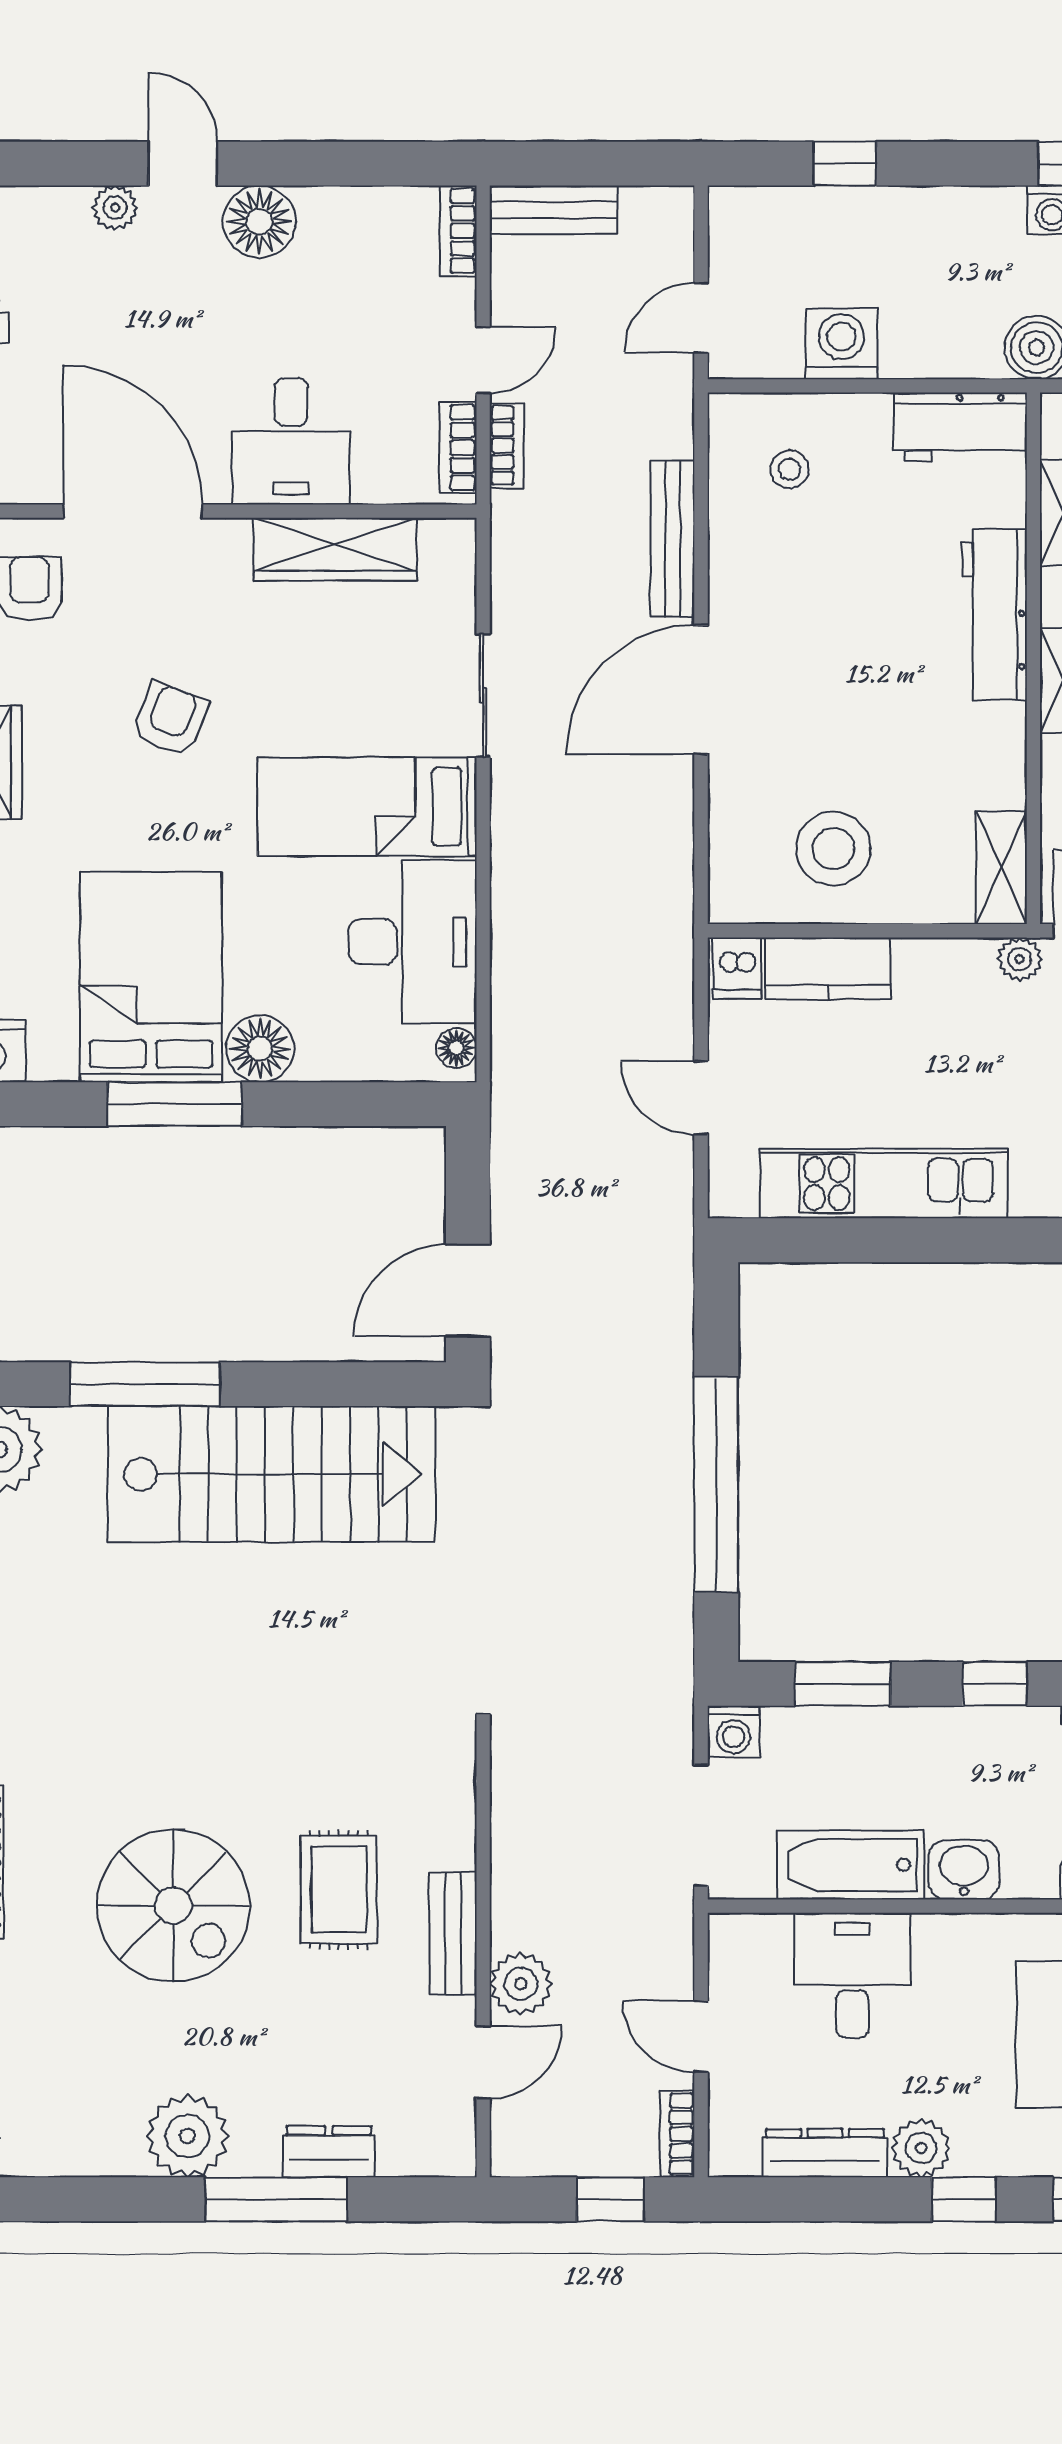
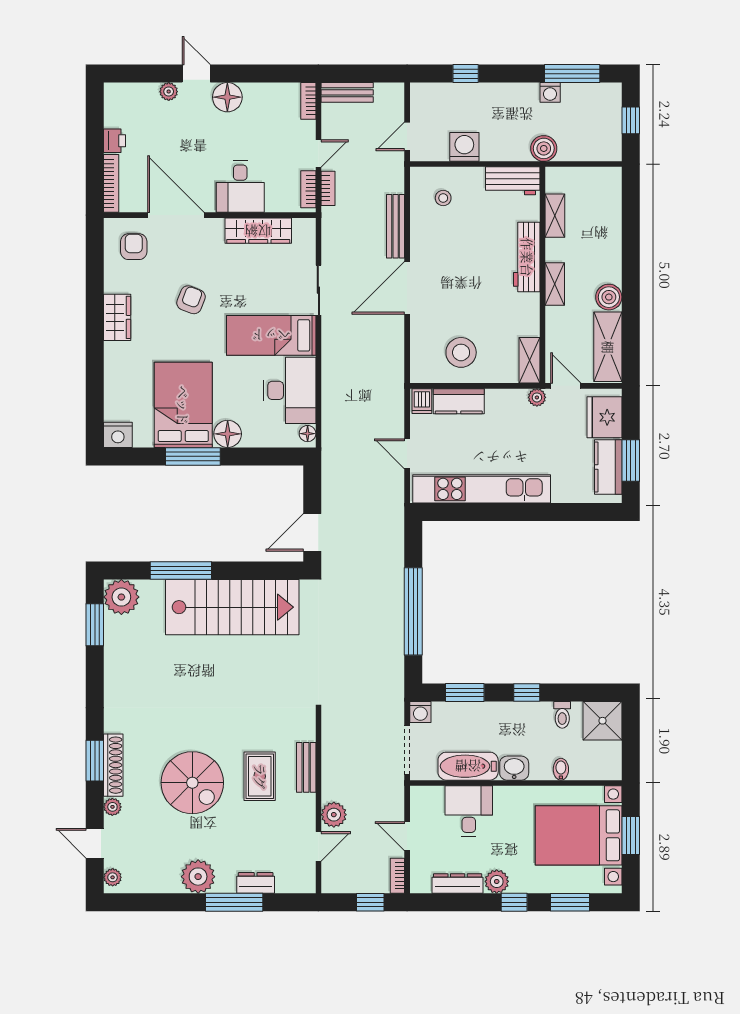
kitchen unit: (884, 1184) -> (482, 489), width x1.36
bench: (453, 1934) -> (306, 767), moved

